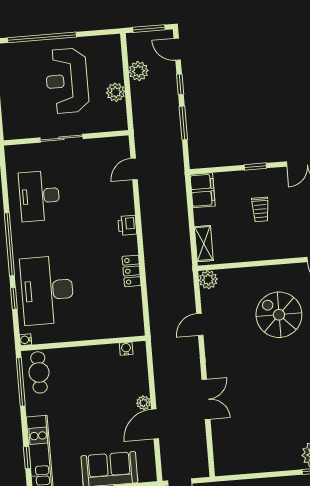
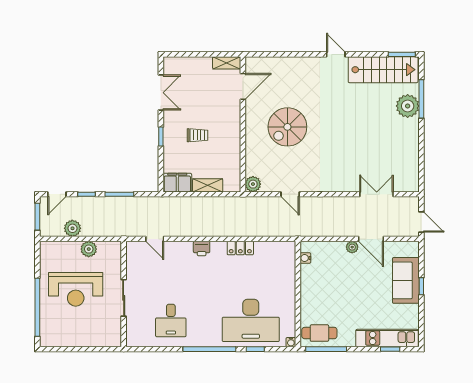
desk: (39, 196) -> (171, 320), width x0.73
shelving: (204, 244) -> (208, 185), moved
double door: (206, 399) -> (377, 194), moved

